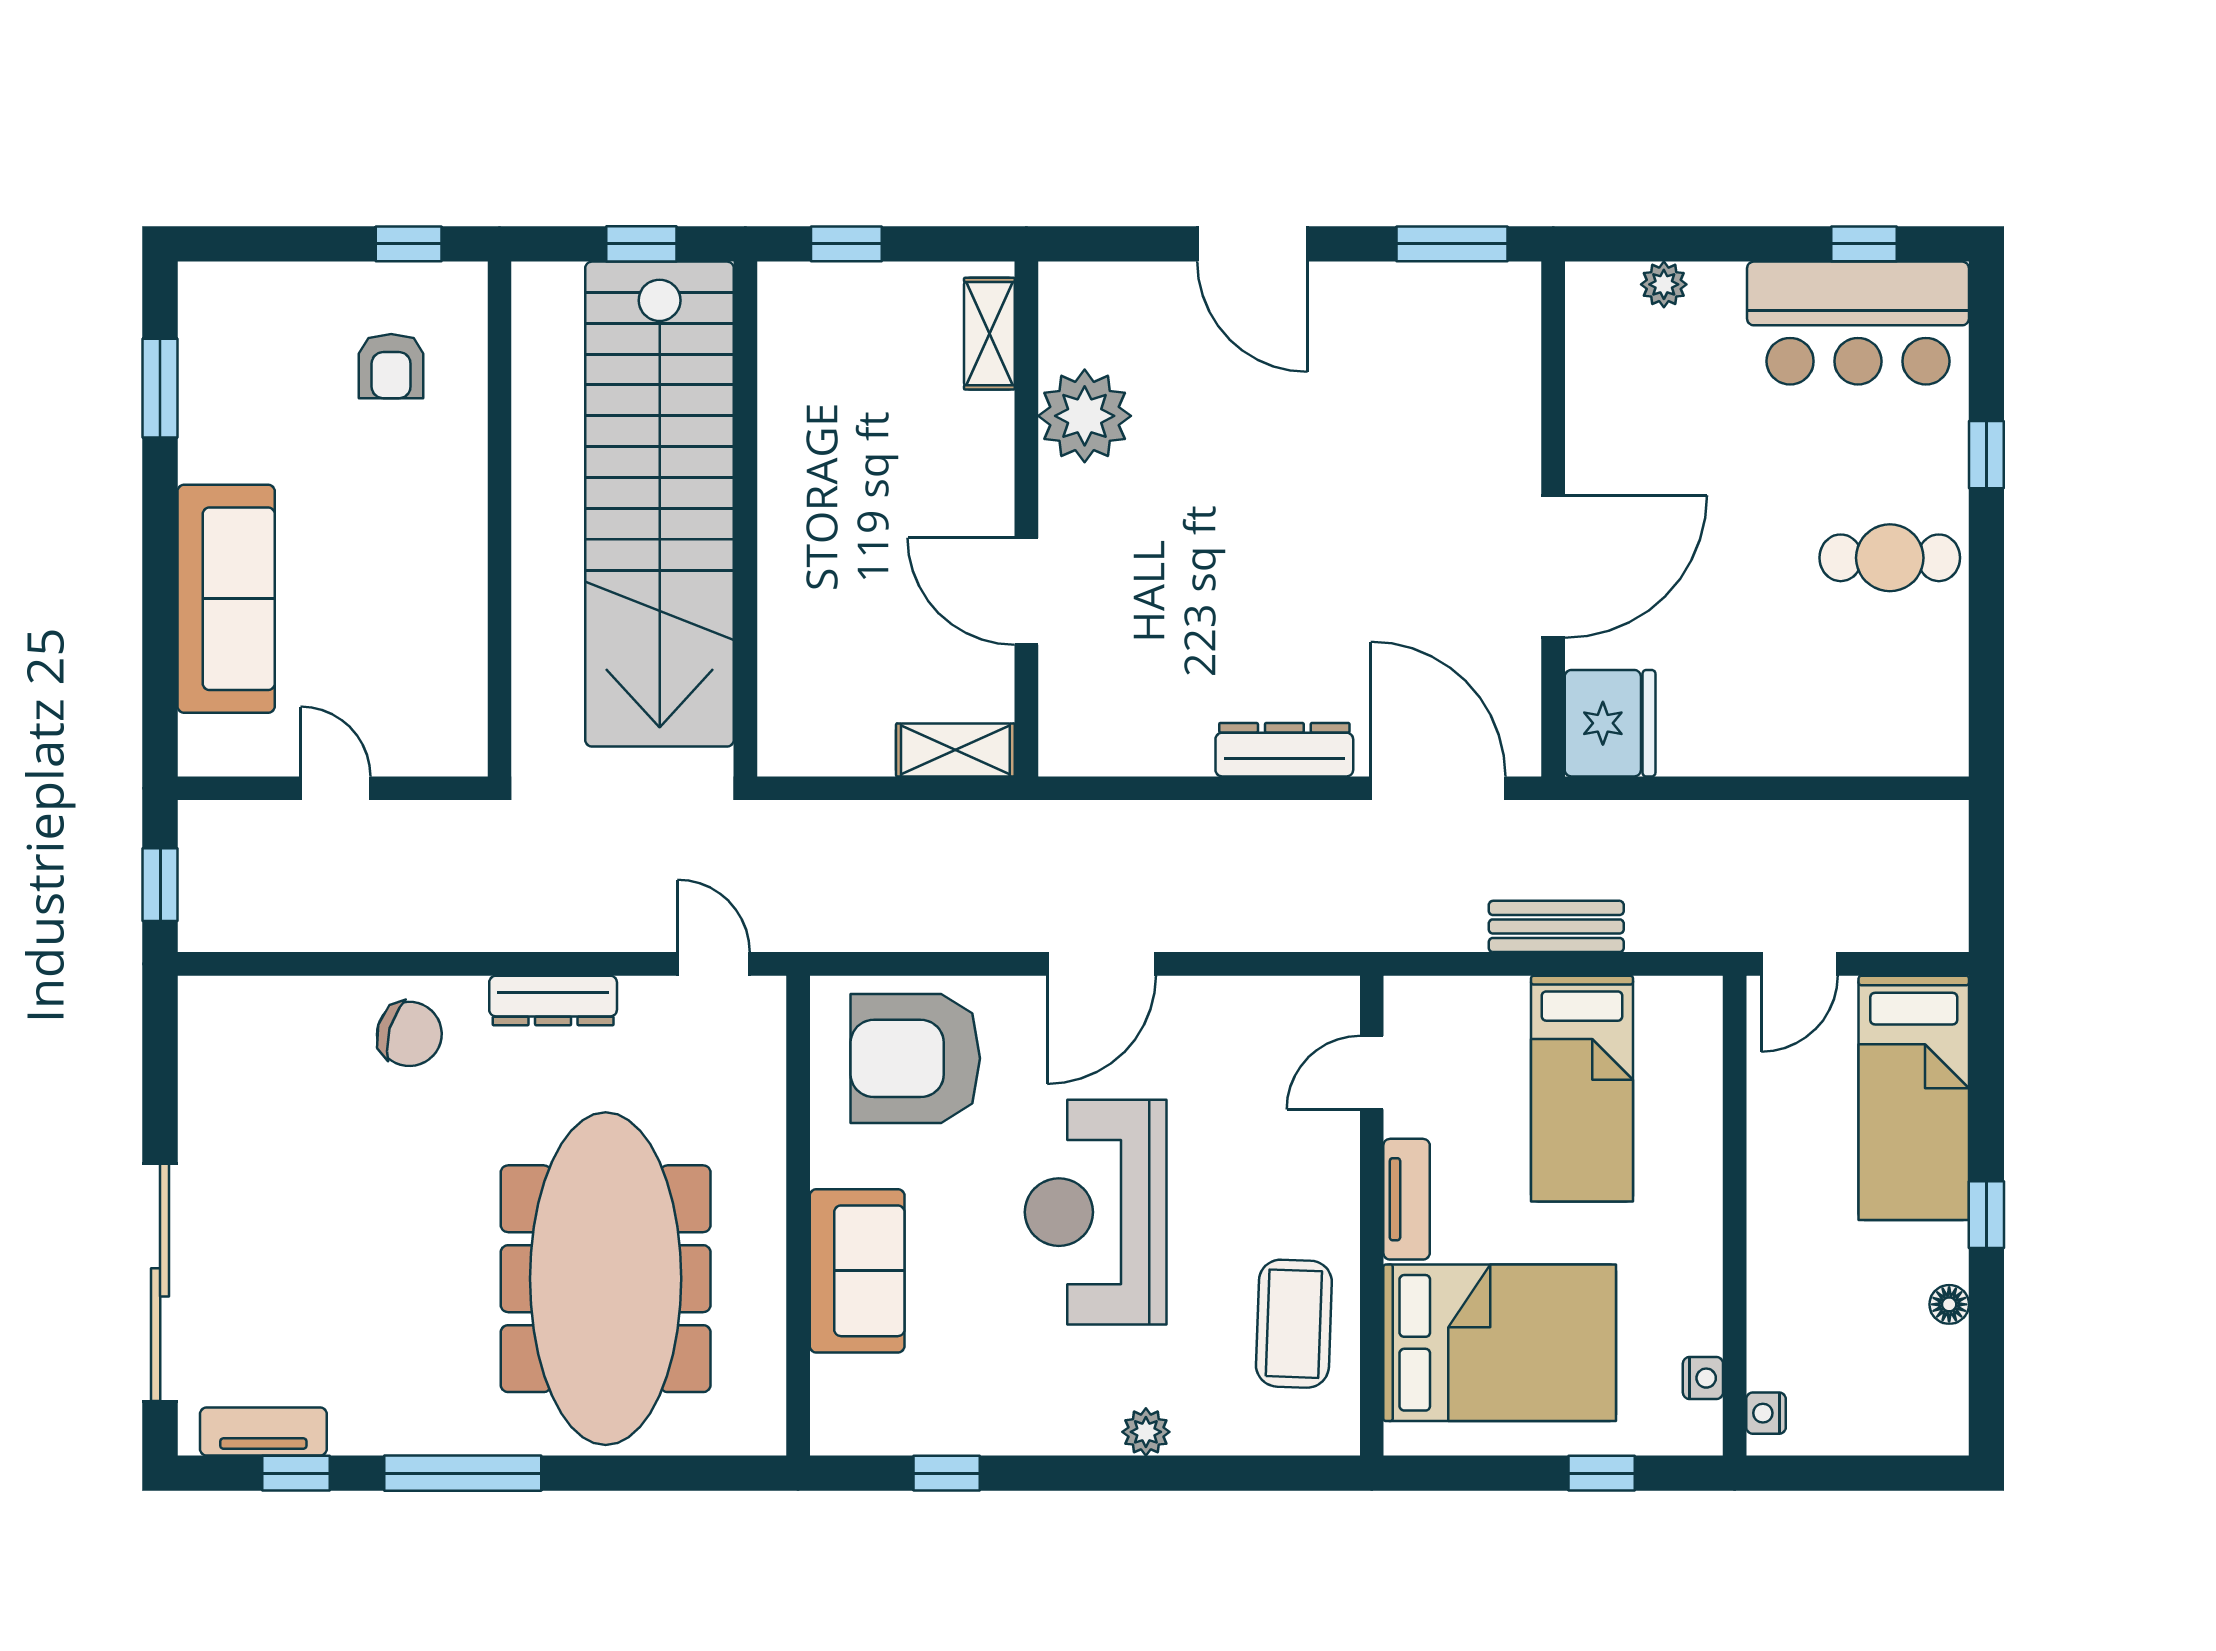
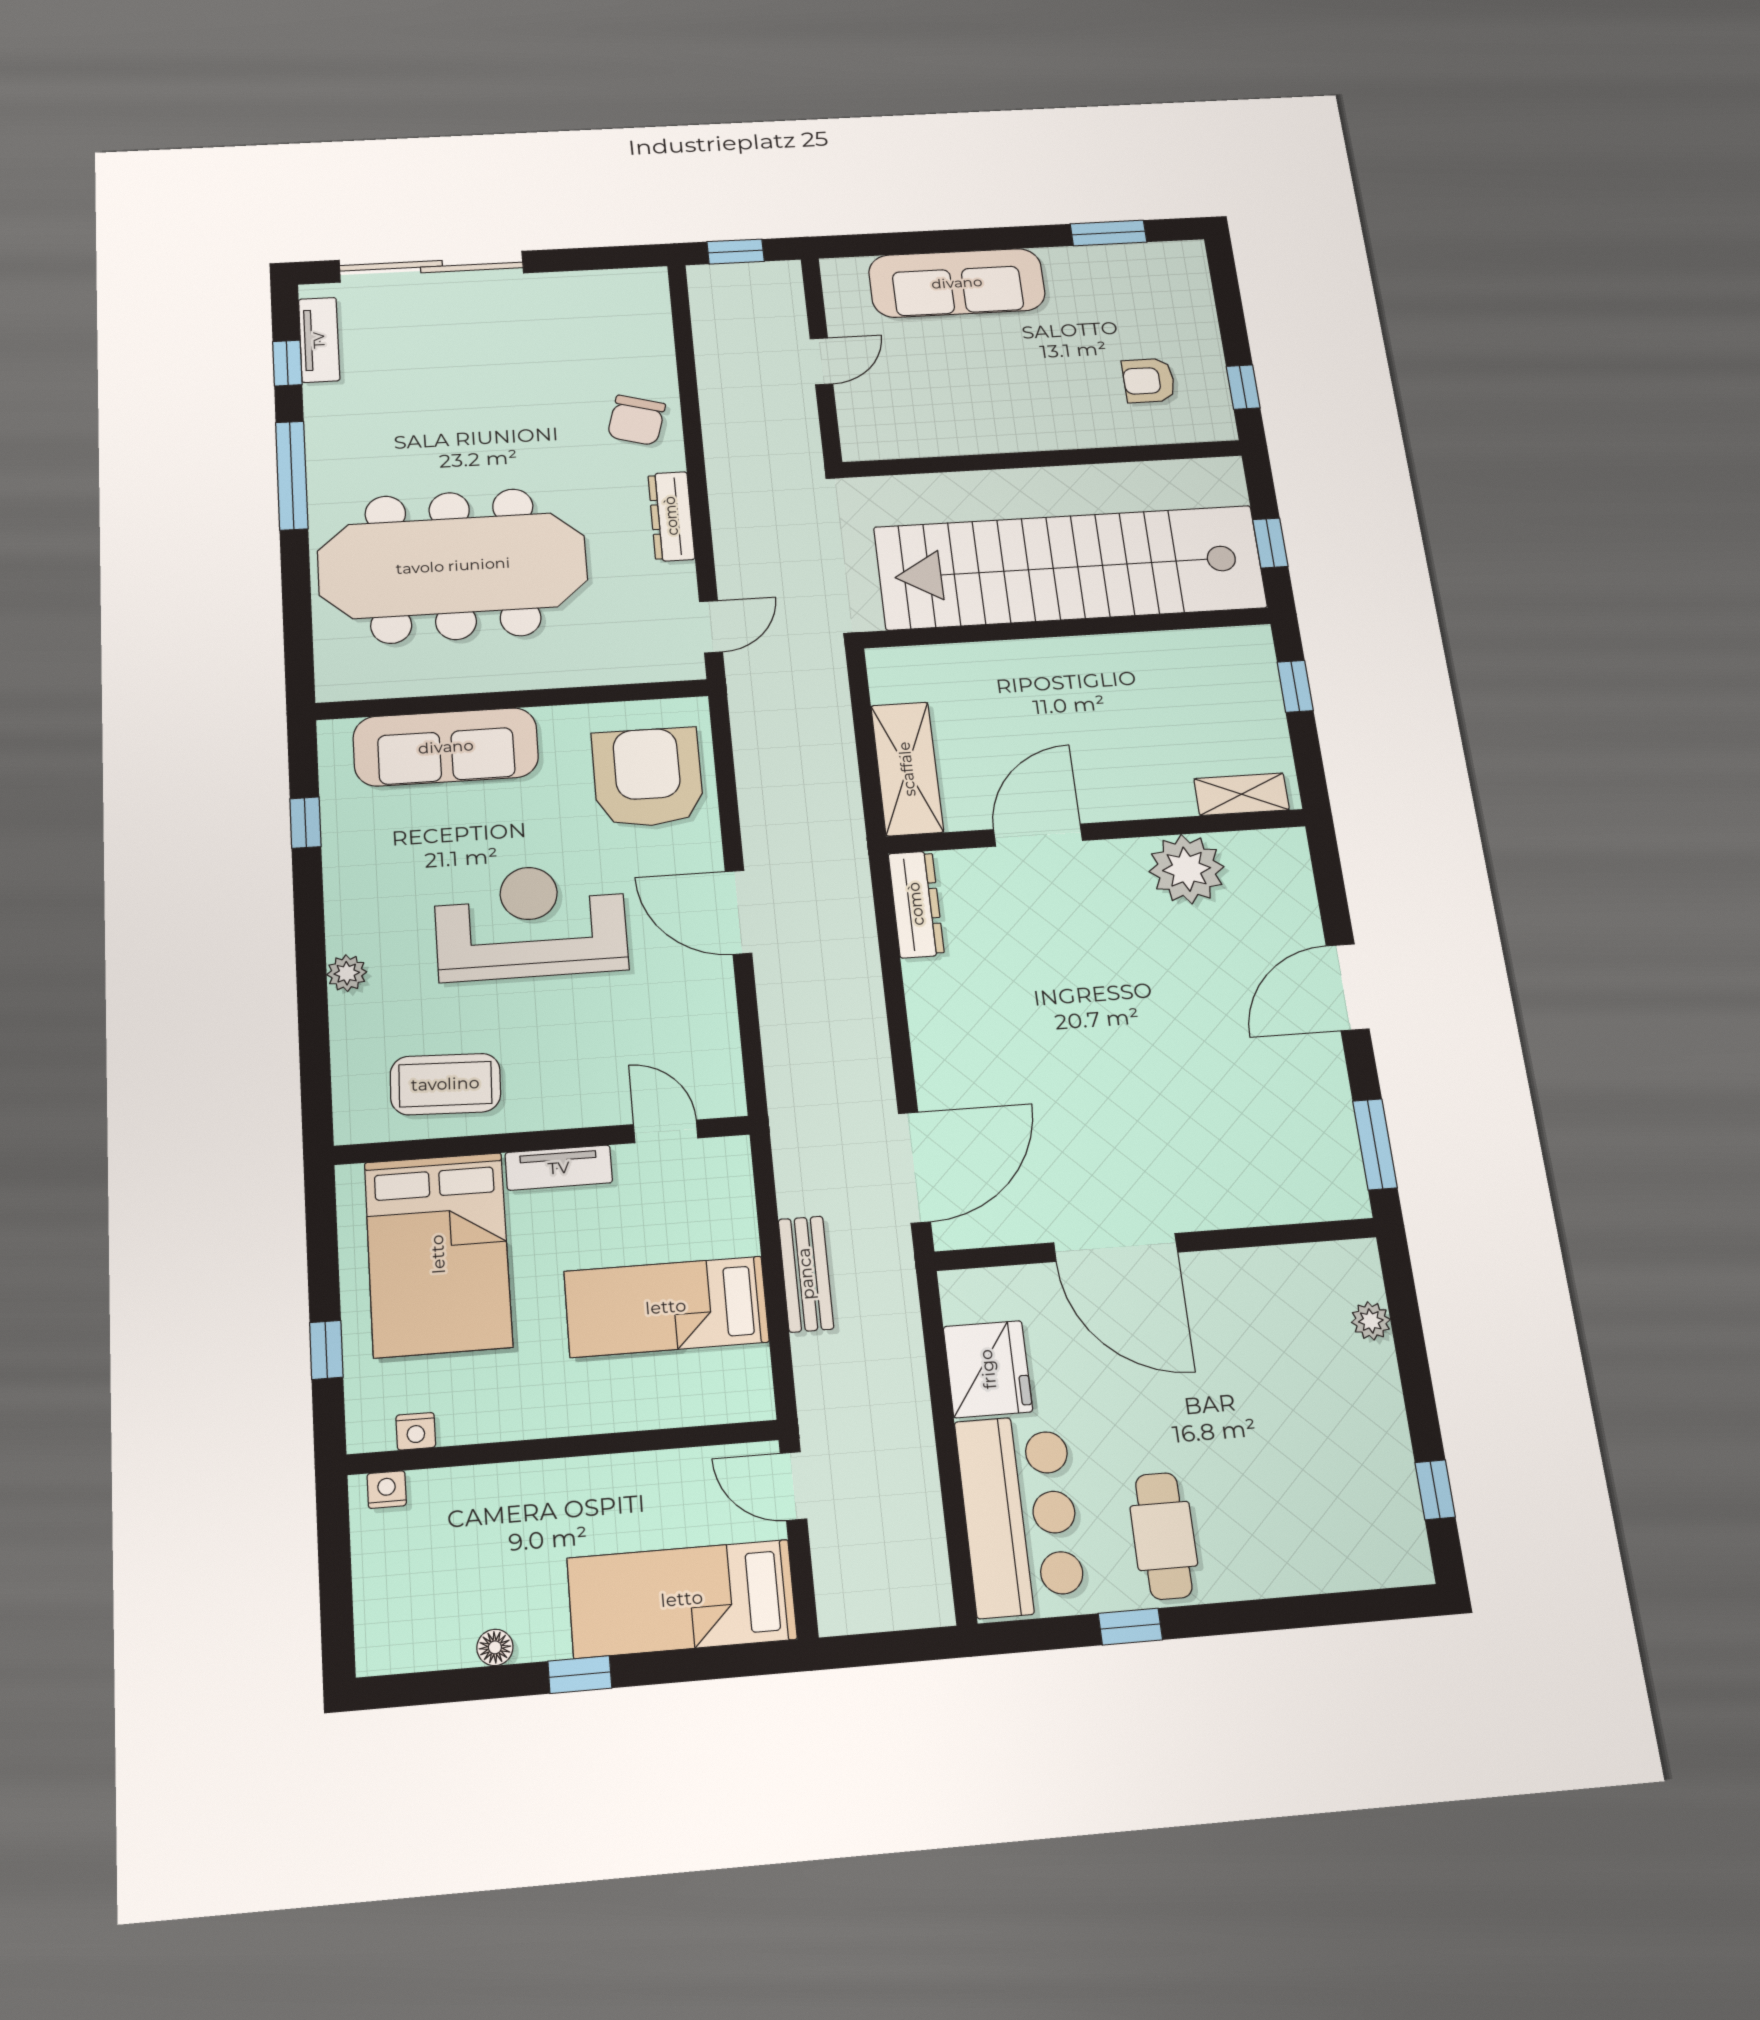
bar counter: (1858, 323) -> (1020, 1515), moved, turned 180
window: (1986, 455) -> (1130, 1627), moved
fridge: (1610, 723) -> (988, 1369), moved, turned -90
shelving: (955, 750) -> (907, 769), width x1.50, depth x1.33
dresser: (1284, 750) -> (916, 904), moved
sofa: (857, 1271) -> (446, 747), width x1.36

